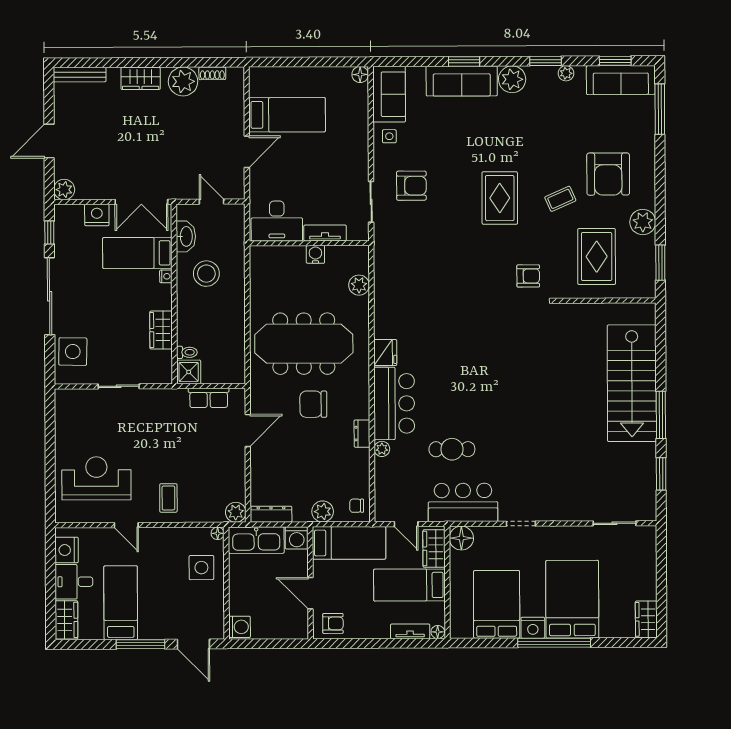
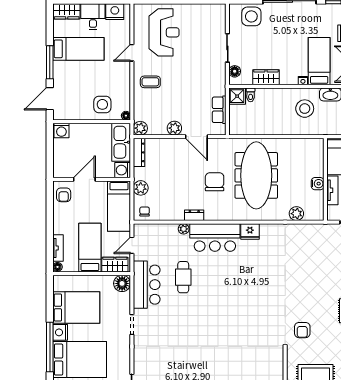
floor lamp: (153, 376) -> (235, 71), added
plant: (235, 463) -> (174, 128), added

